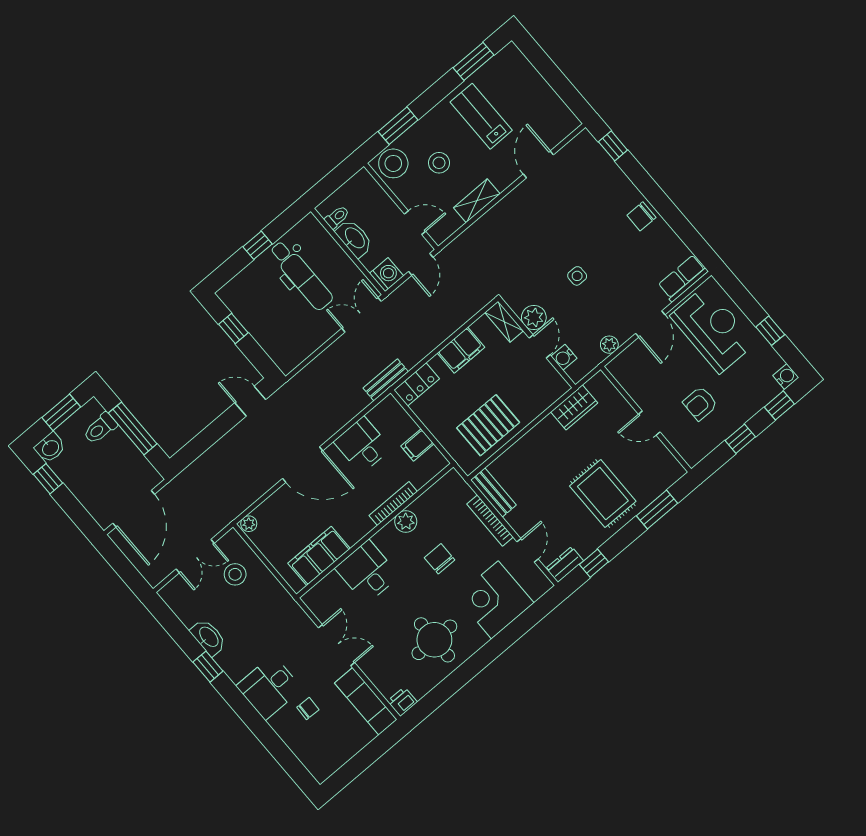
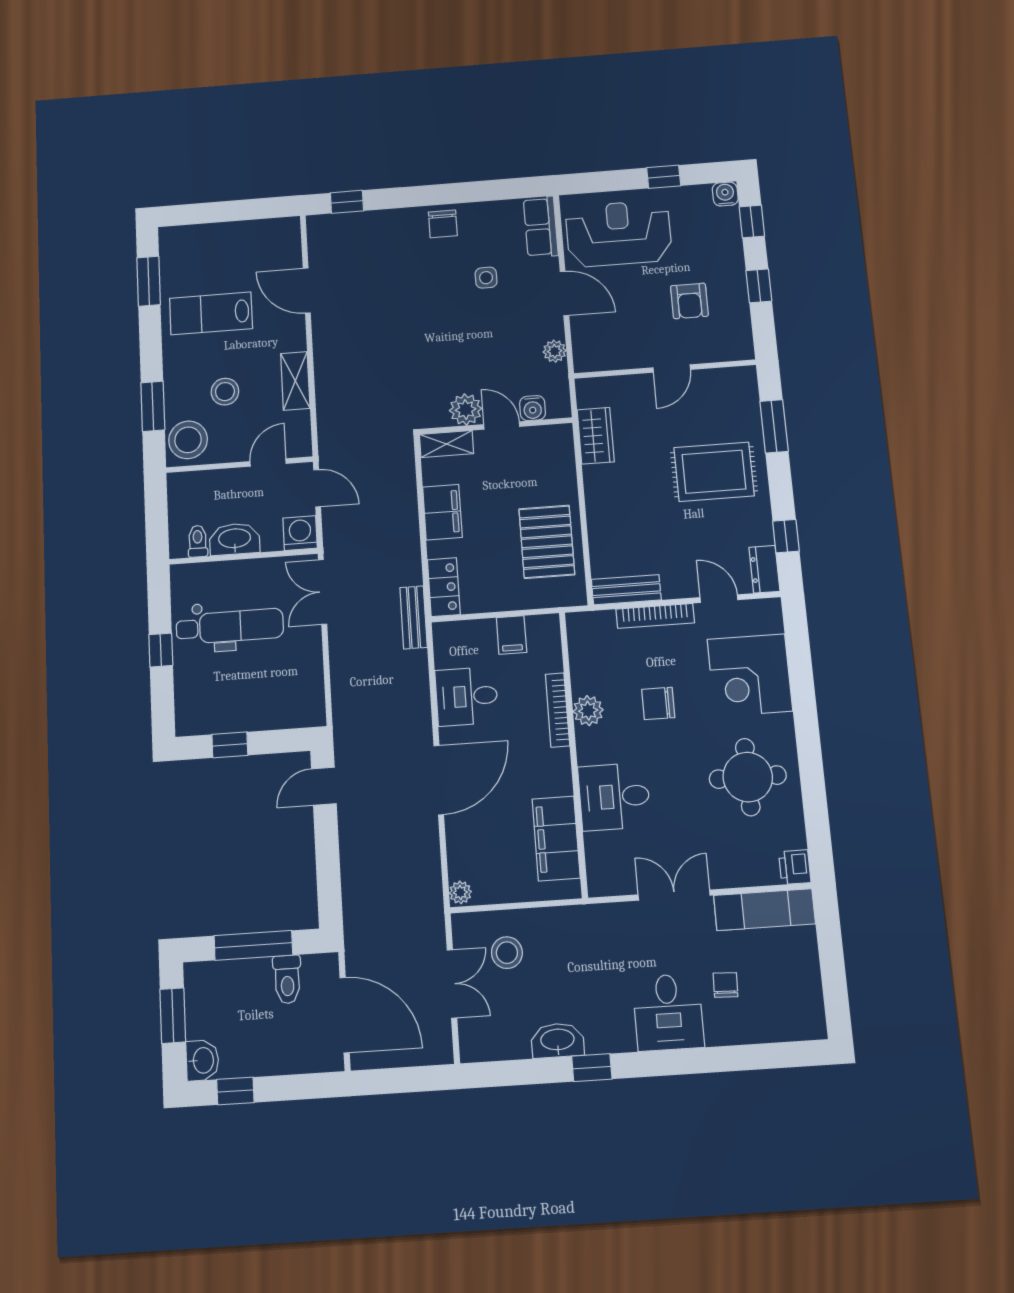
side table: (577, 276) -> (486, 278), moved
toilet: (100, 428) -> (287, 979), moved

